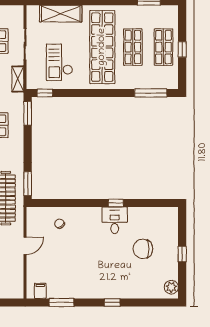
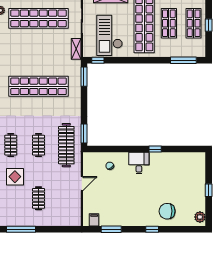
checkout: (59, 62) -> (110, 35), width x1.36, depth x1.21
desk: (115, 220) -> (139, 163), moved
chair: (143, 249) -> (167, 211), moved

